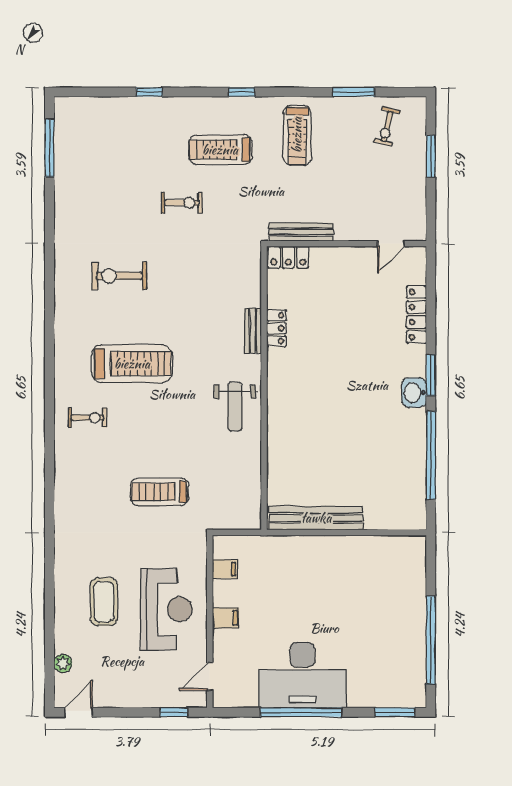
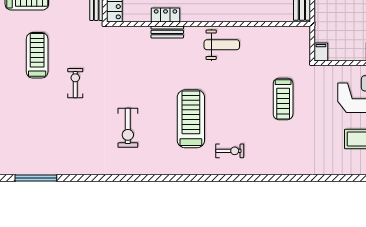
treadmill: (220, 150) -> (37, 55), turned 180
exercise bike: (87, 418) -> (230, 151), turned 90
filing cabinet: (225, 569) -> (321, 52), moved

